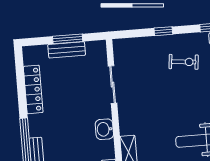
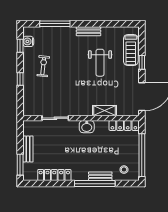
window: (68, 39) -> (20, 165), moved

